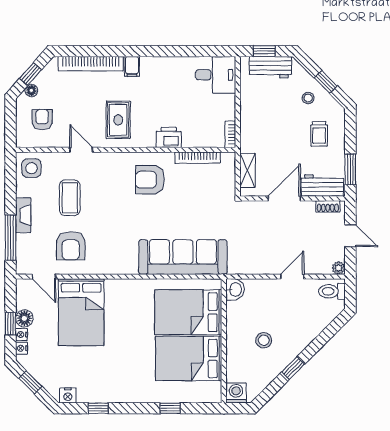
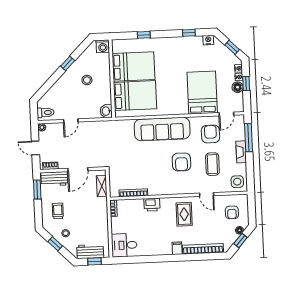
armchair: (150, 180) -> (181, 162), moved, turned 90
sofa: (183, 257) -> (162, 129), moved
door: (44, 277) -> (226, 114), swing flipped

